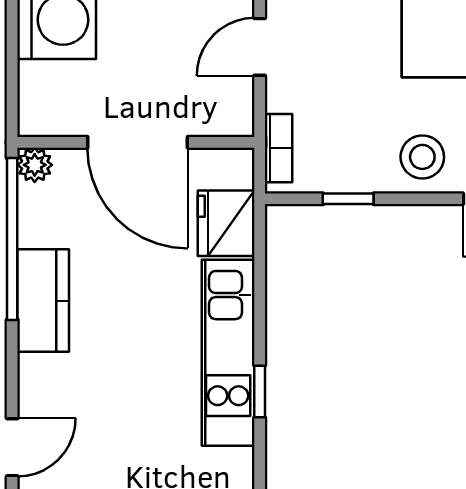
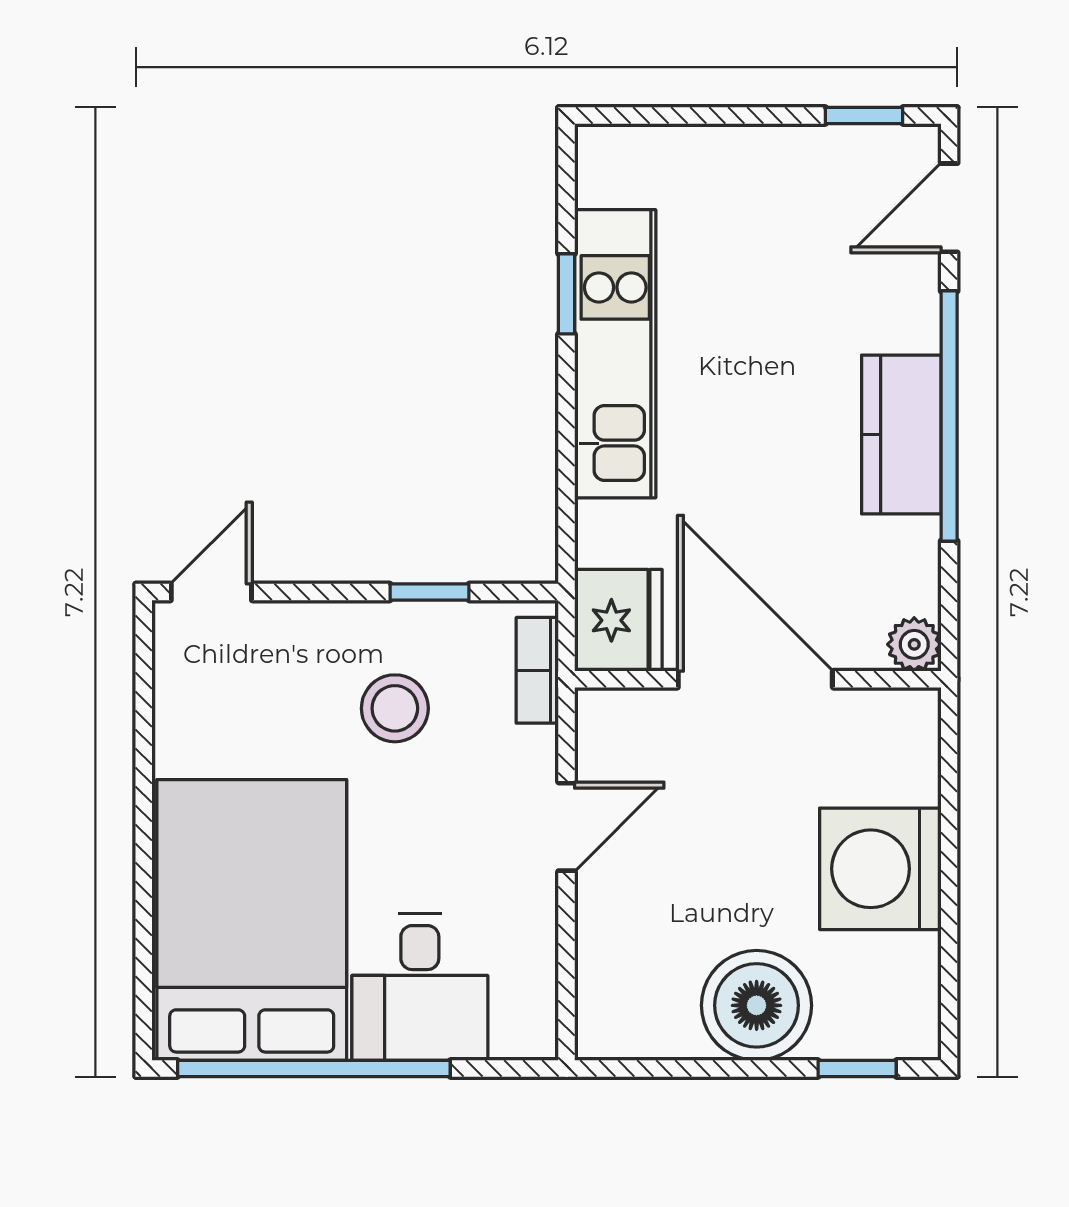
stool: (422, 157) -> (395, 708), moved
fridge: (226, 223) -> (618, 620), moved
window: (12, 239) -> (949, 416), moved

